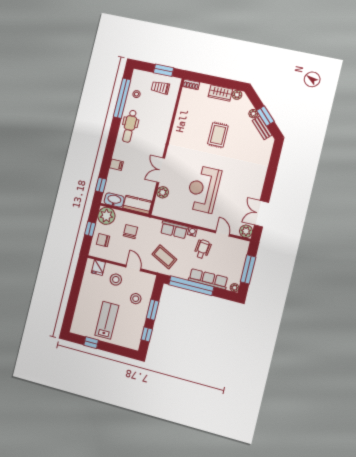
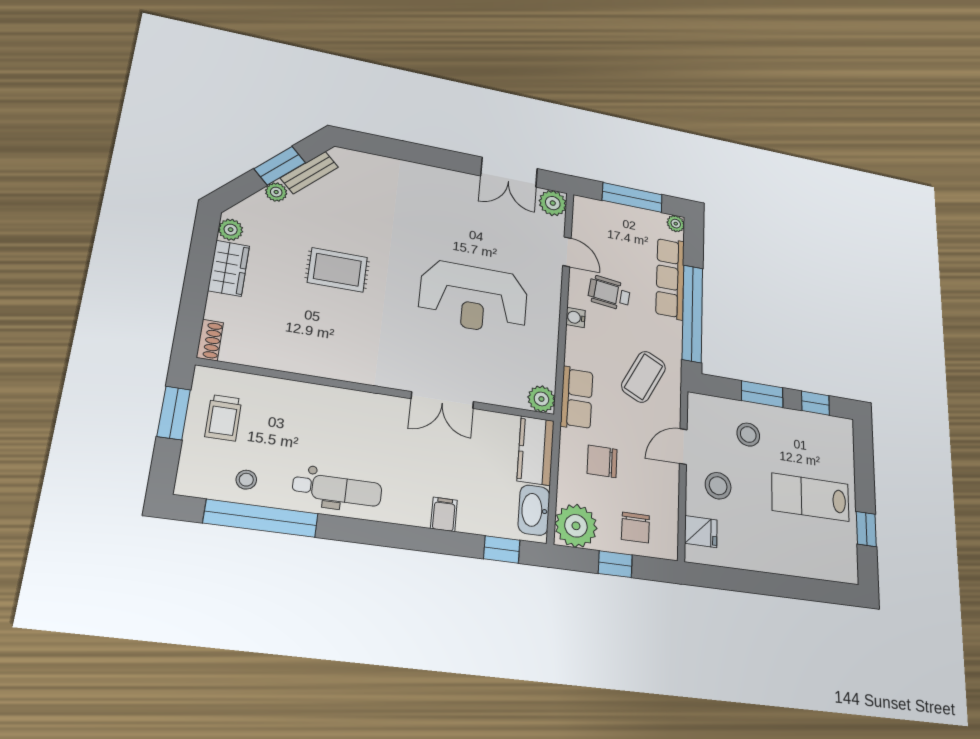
plant: (163, 192) -> (541, 399), moved
row of seats: (174, 230) -> (577, 398), moved
door: (222, 233) -> (567, 252), swing flipped

